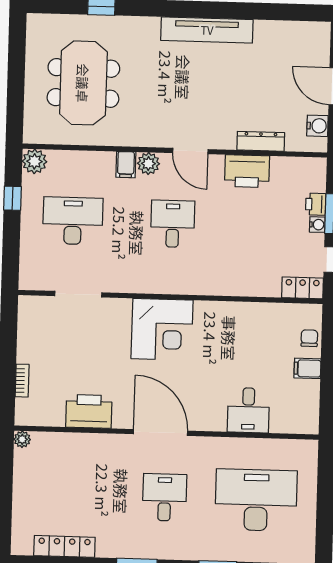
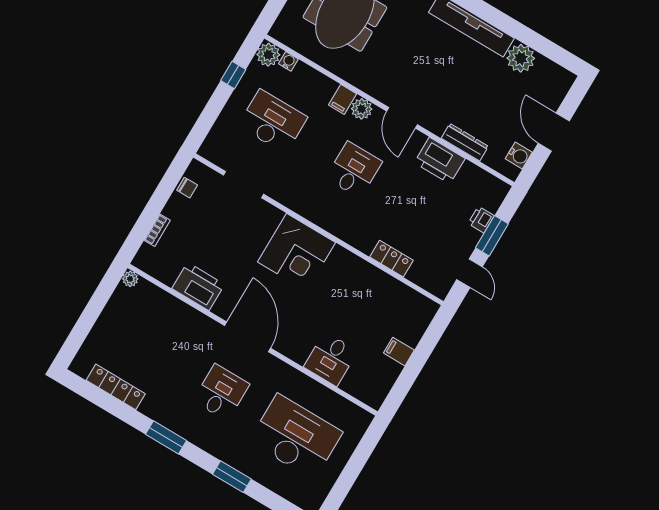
plant: (269, 35) -> (521, 58), added
water cooler: (317, 225) -> (288, 61), moved, turned -90
locker: (302, 288) -> (391, 259), moved
chair: (309, 338) -> (187, 188), moved, turned 90

